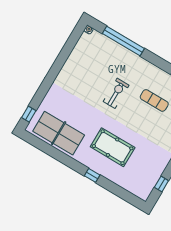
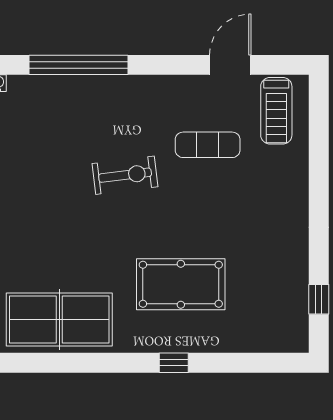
exercise bike: (116, 93) -> (125, 175), turned 83

